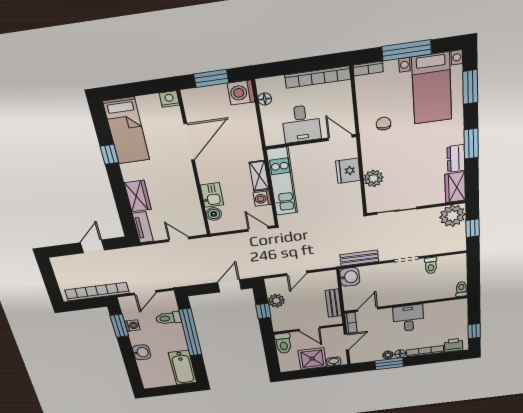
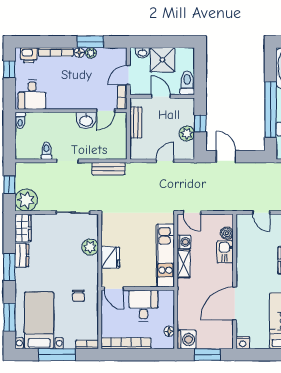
washbasin: (350, 277) -> (86, 120), moved, turned -90
door: (230, 286) -> (226, 157), swing flipped
desk: (408, 318) -> (32, 94), moved

